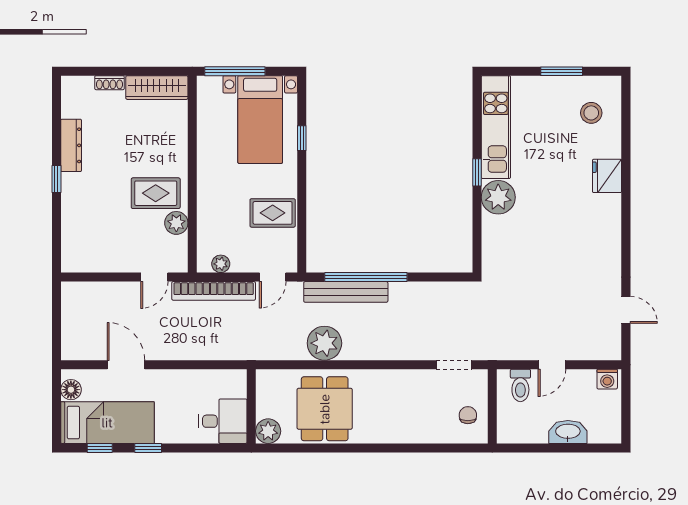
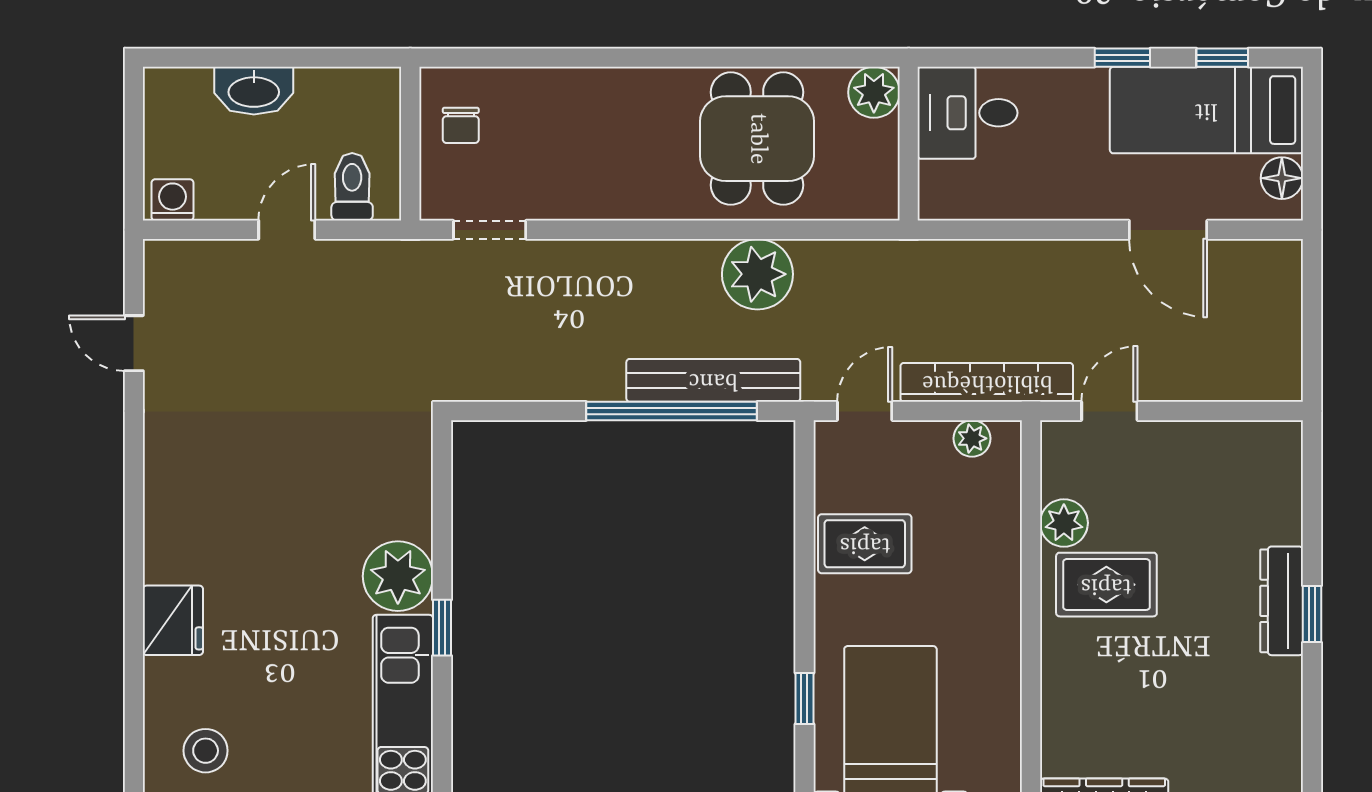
dresser: (71, 145) -> (1282, 601), moved

